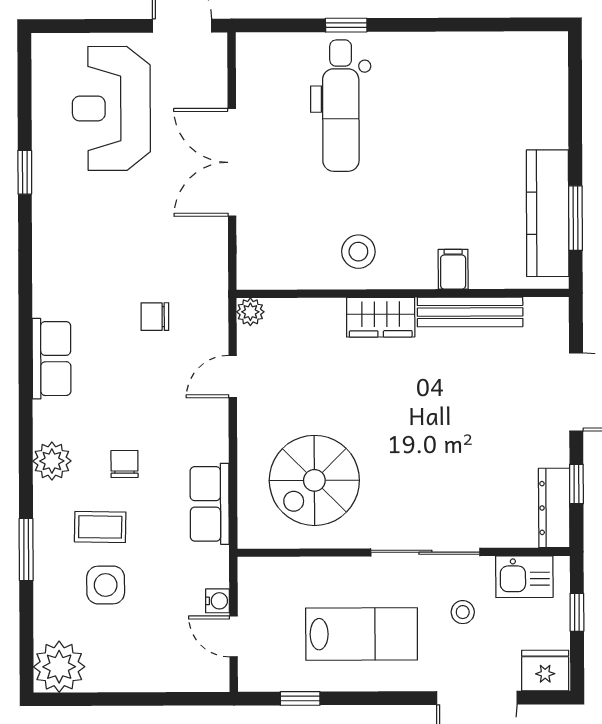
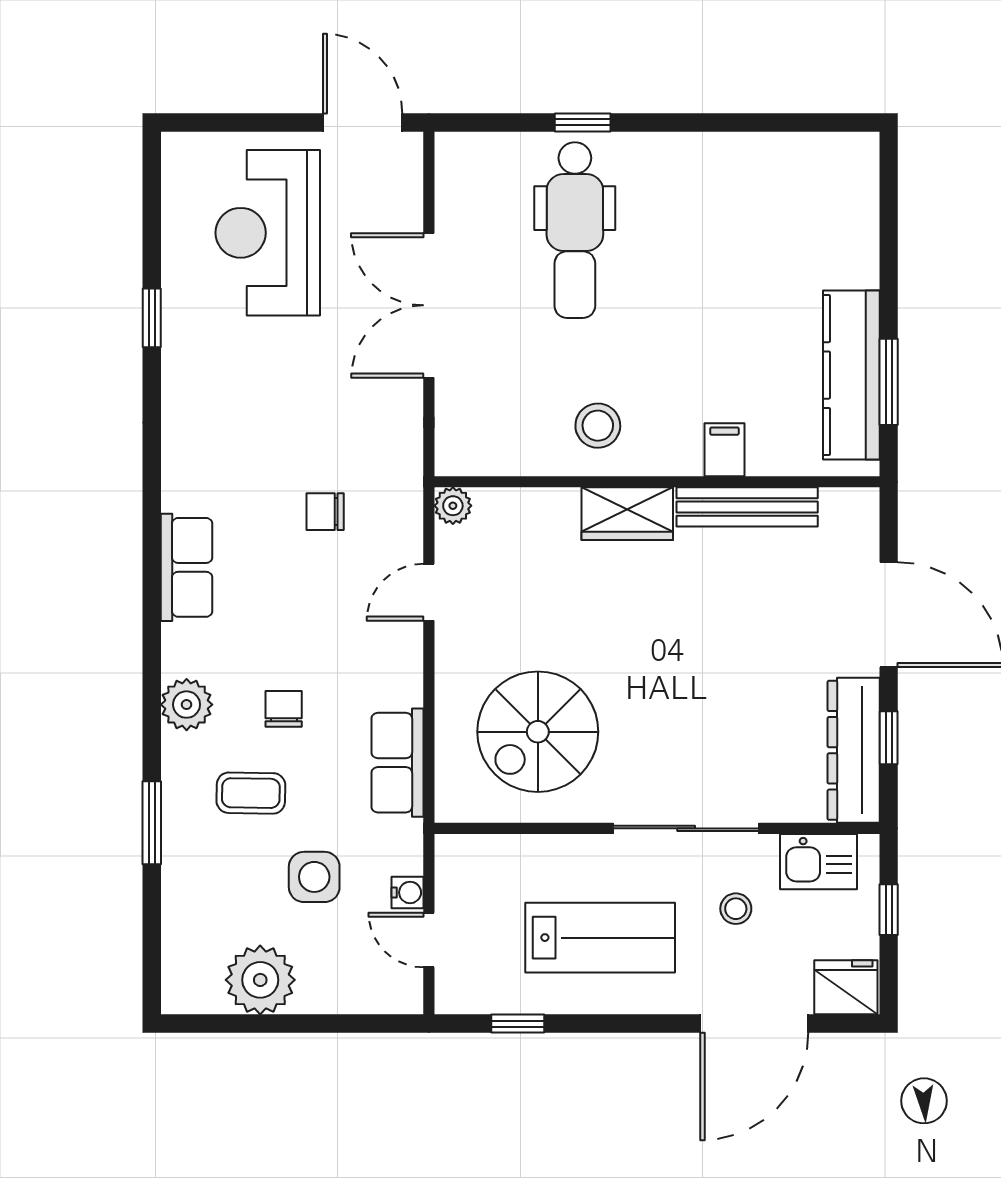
dresser: (554, 508) -> (854, 750), width x1.37, depth x1.24
side table: (106, 585) -> (314, 877), moved
plant: (59, 667) -> (260, 980), moved

